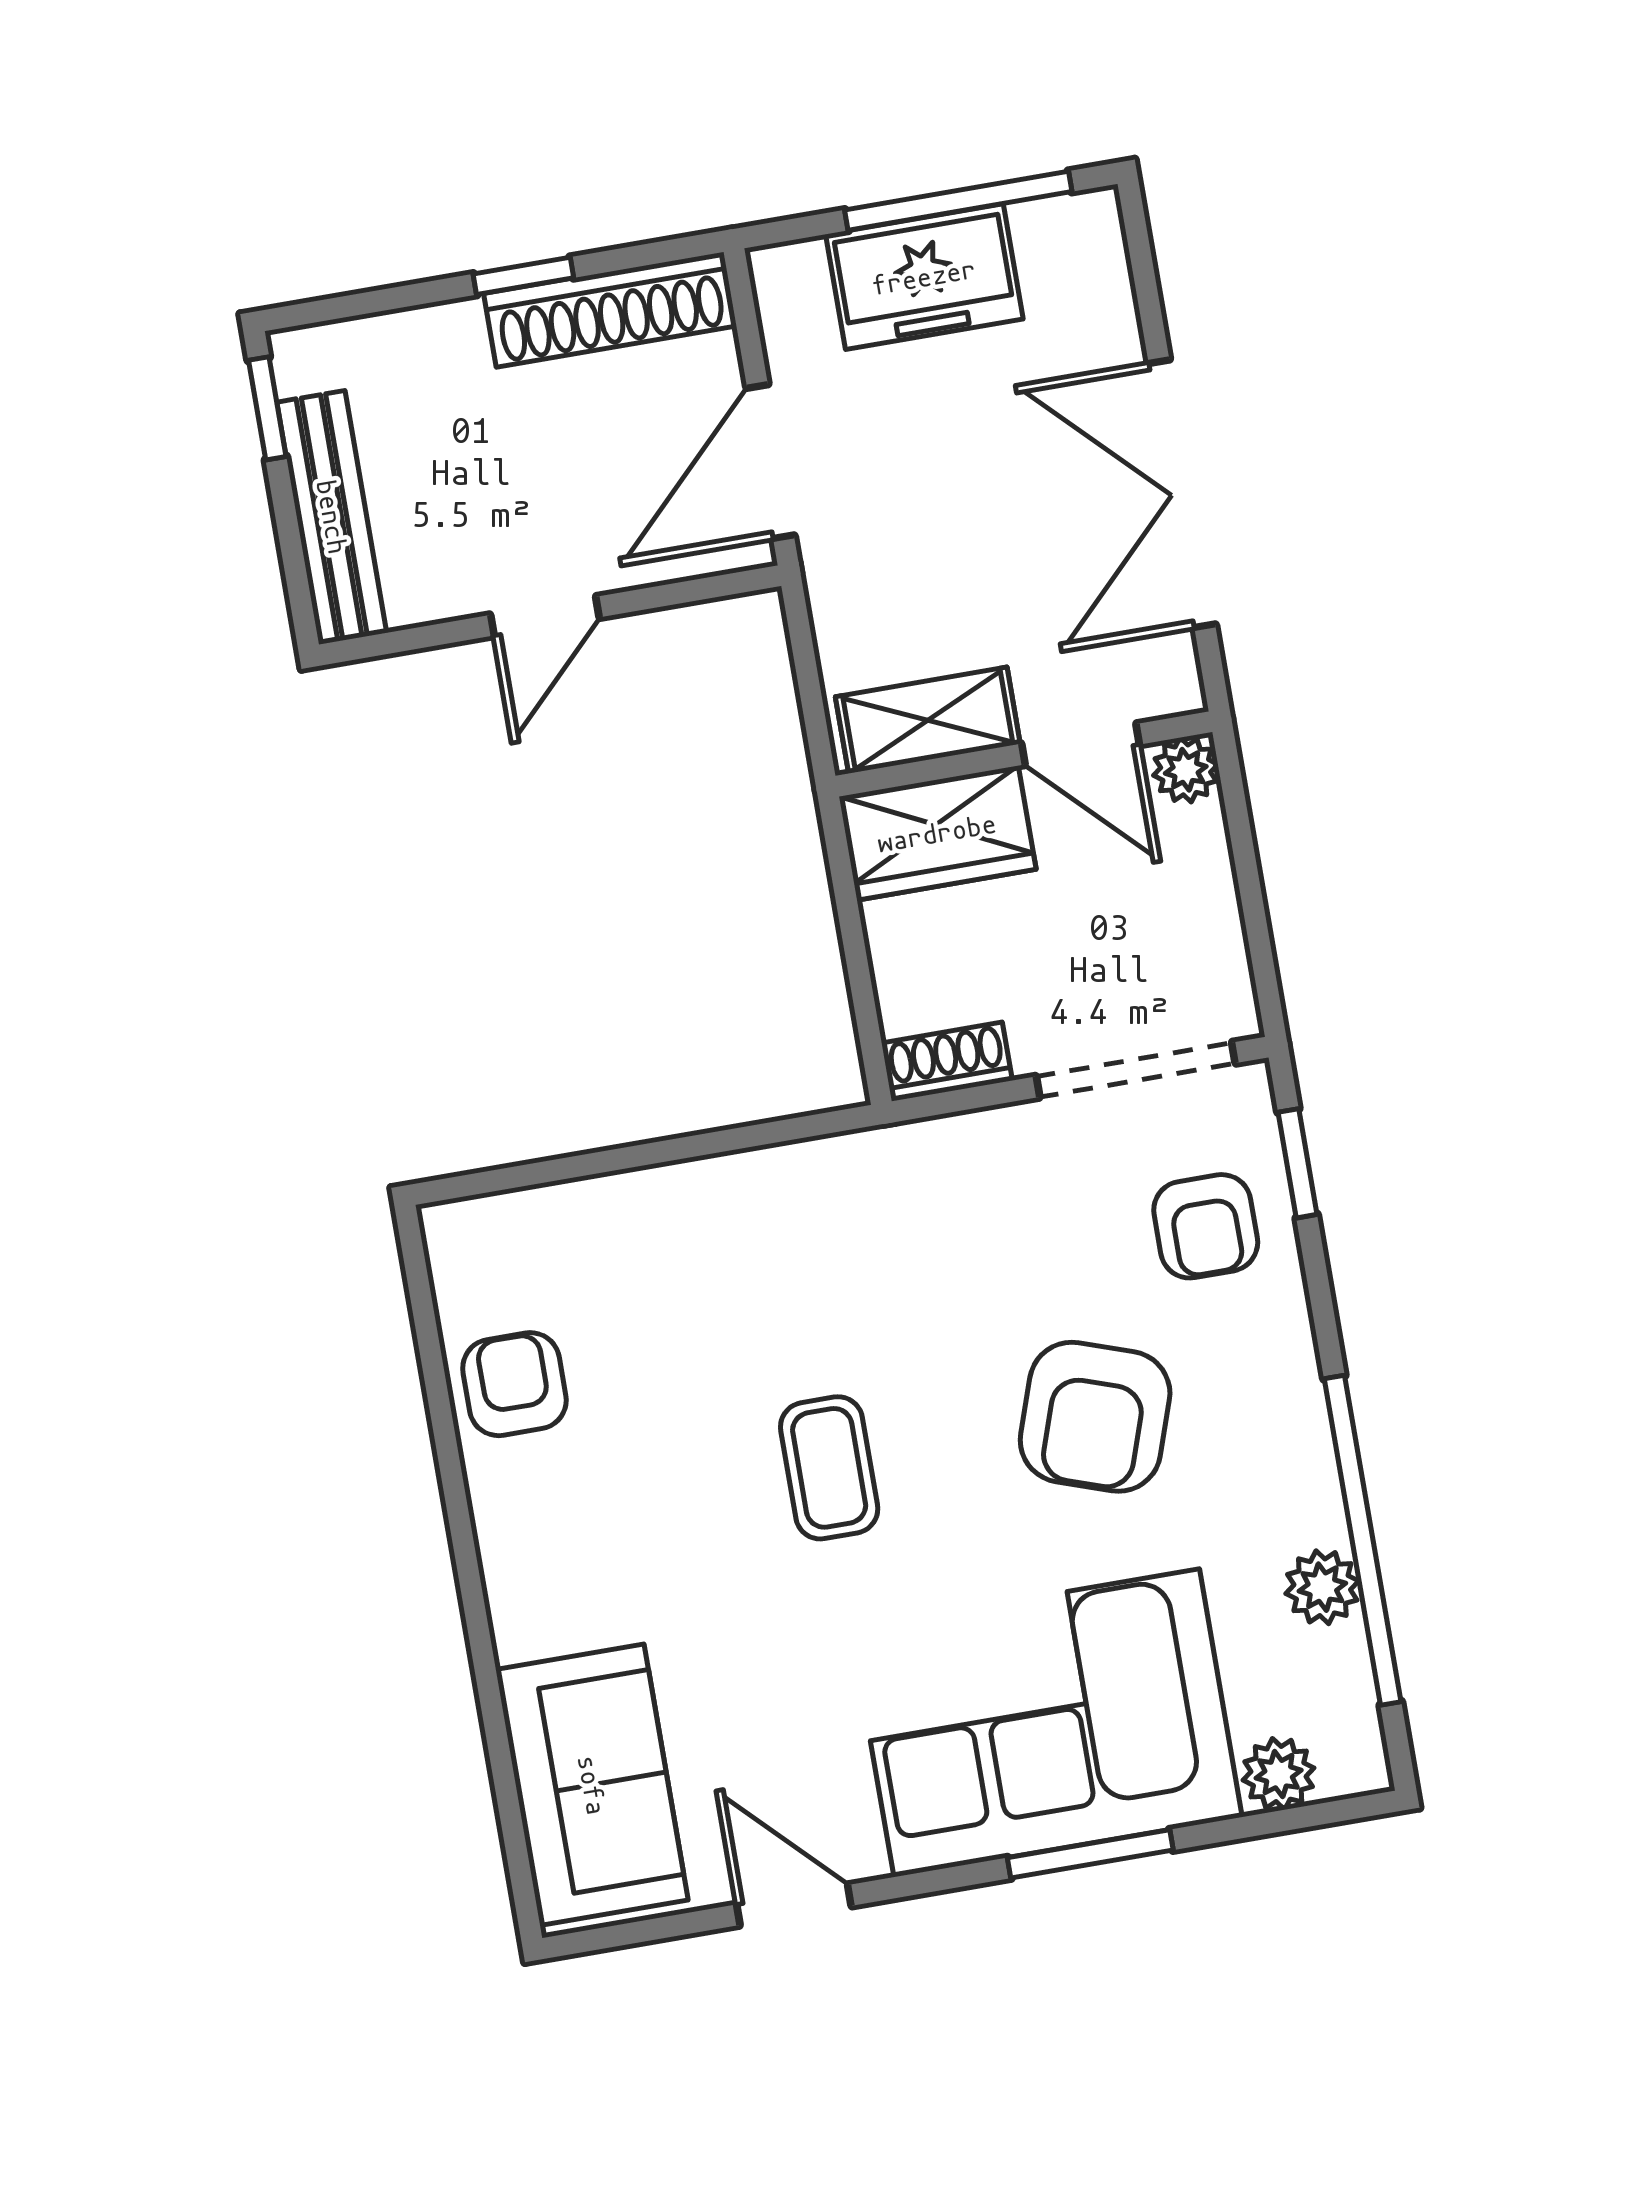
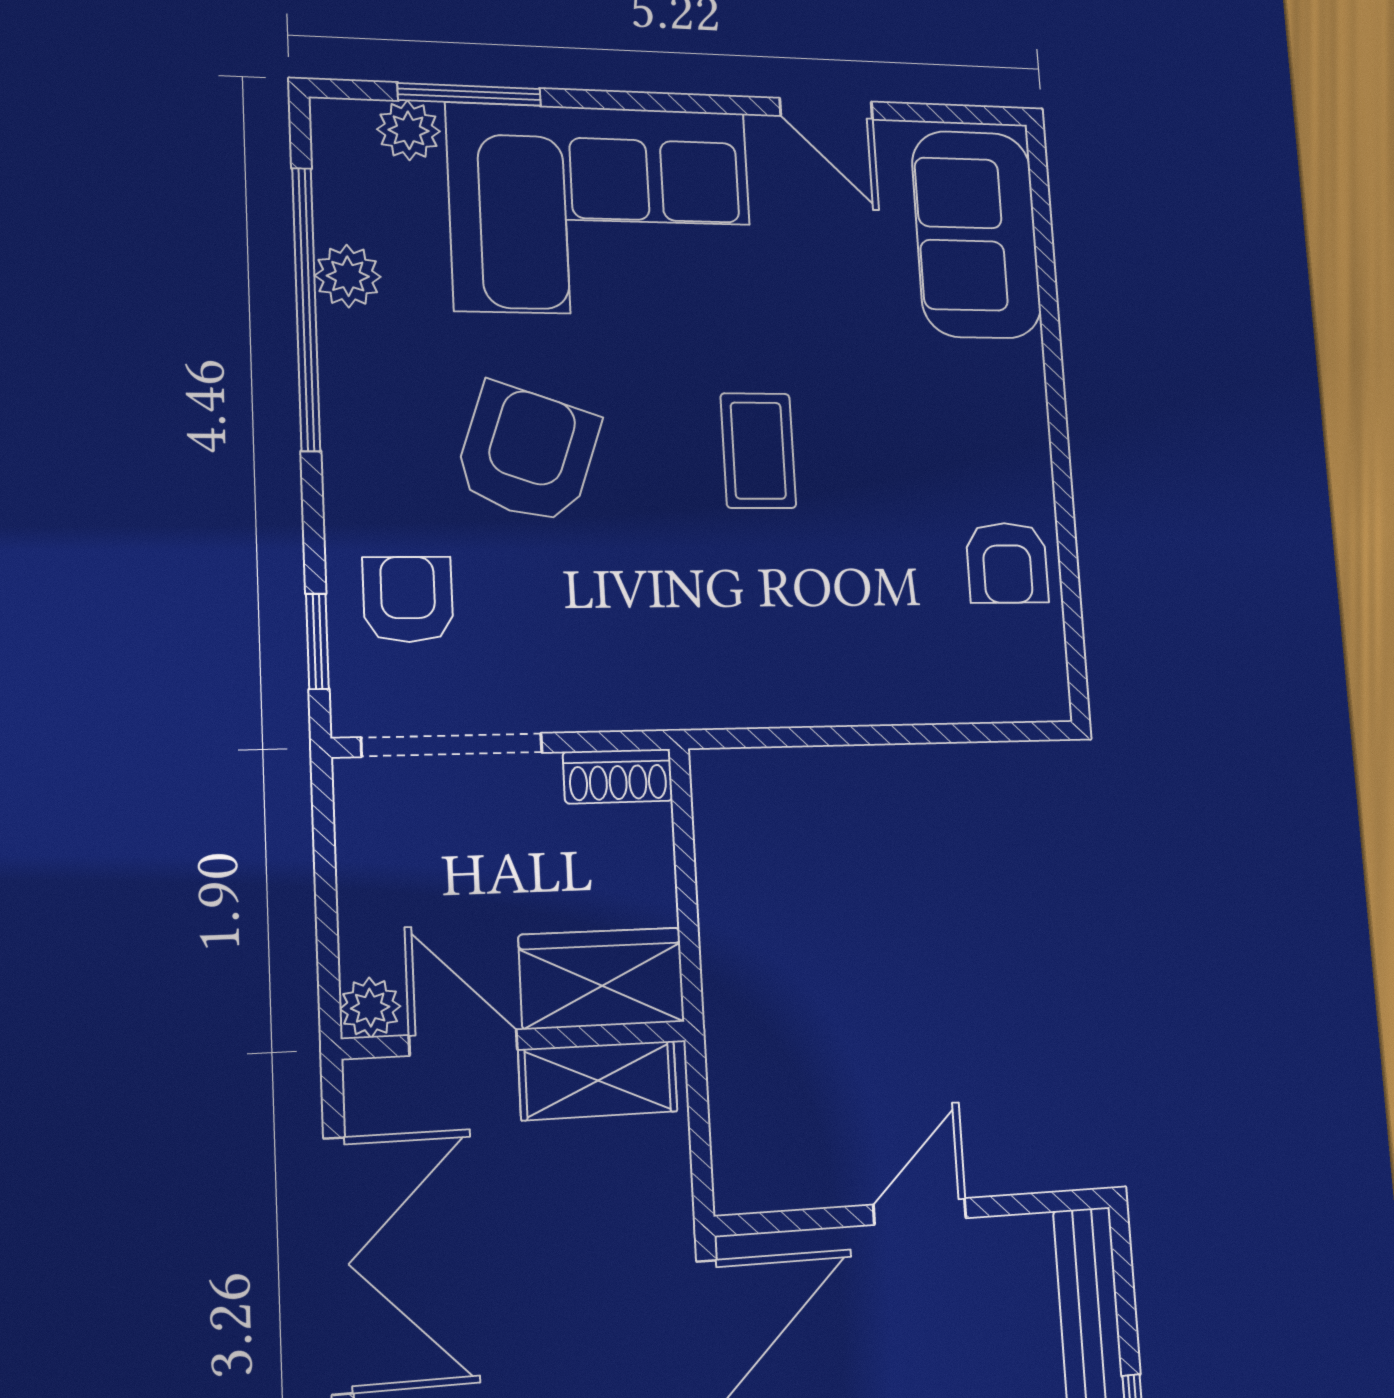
window: (1090, 1854) -> (469, 94), moved

